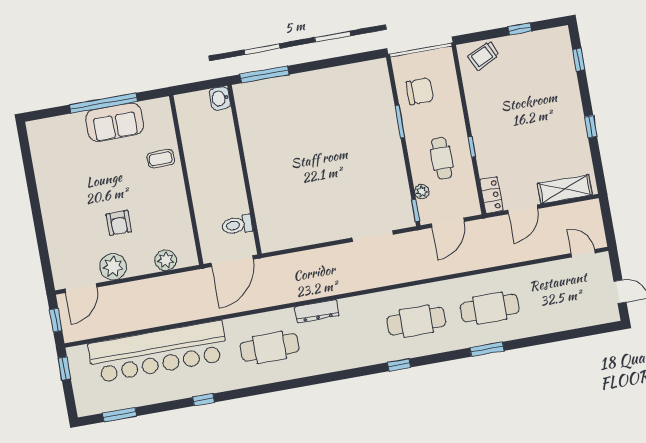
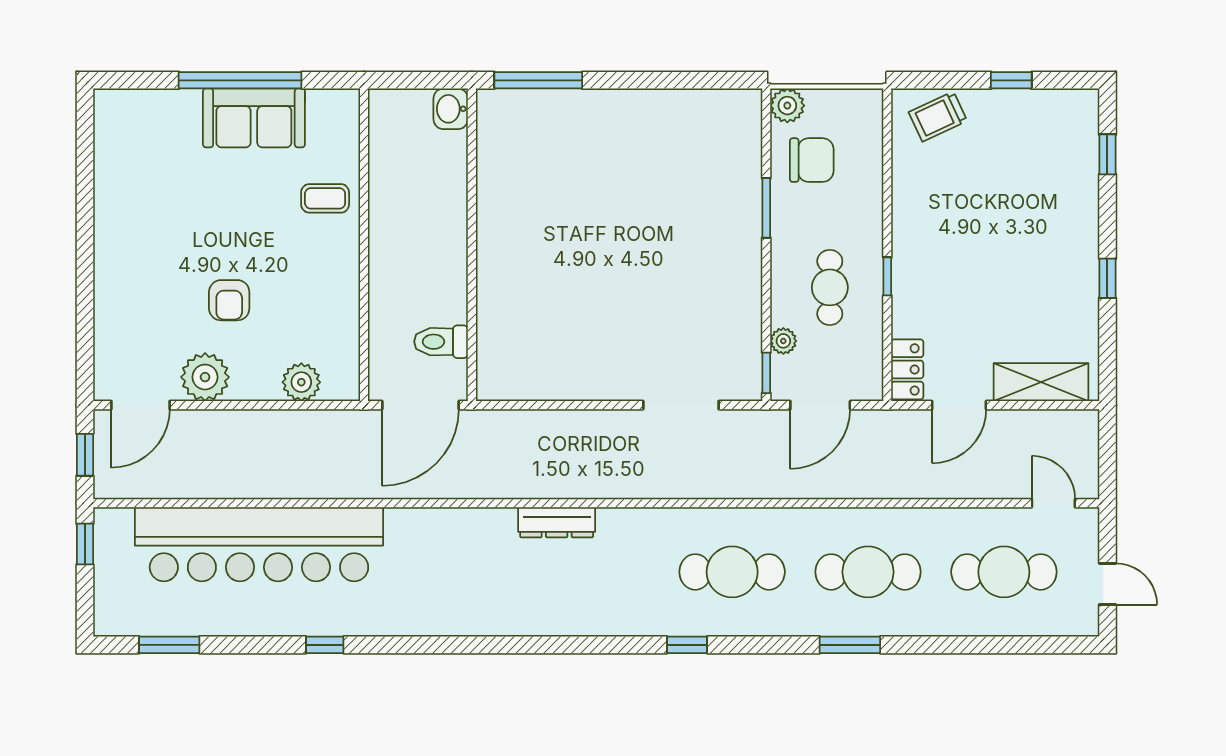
plant: (401, 64) -> (787, 106), added
cafe table: (270, 347) -> (1004, 572), moved

